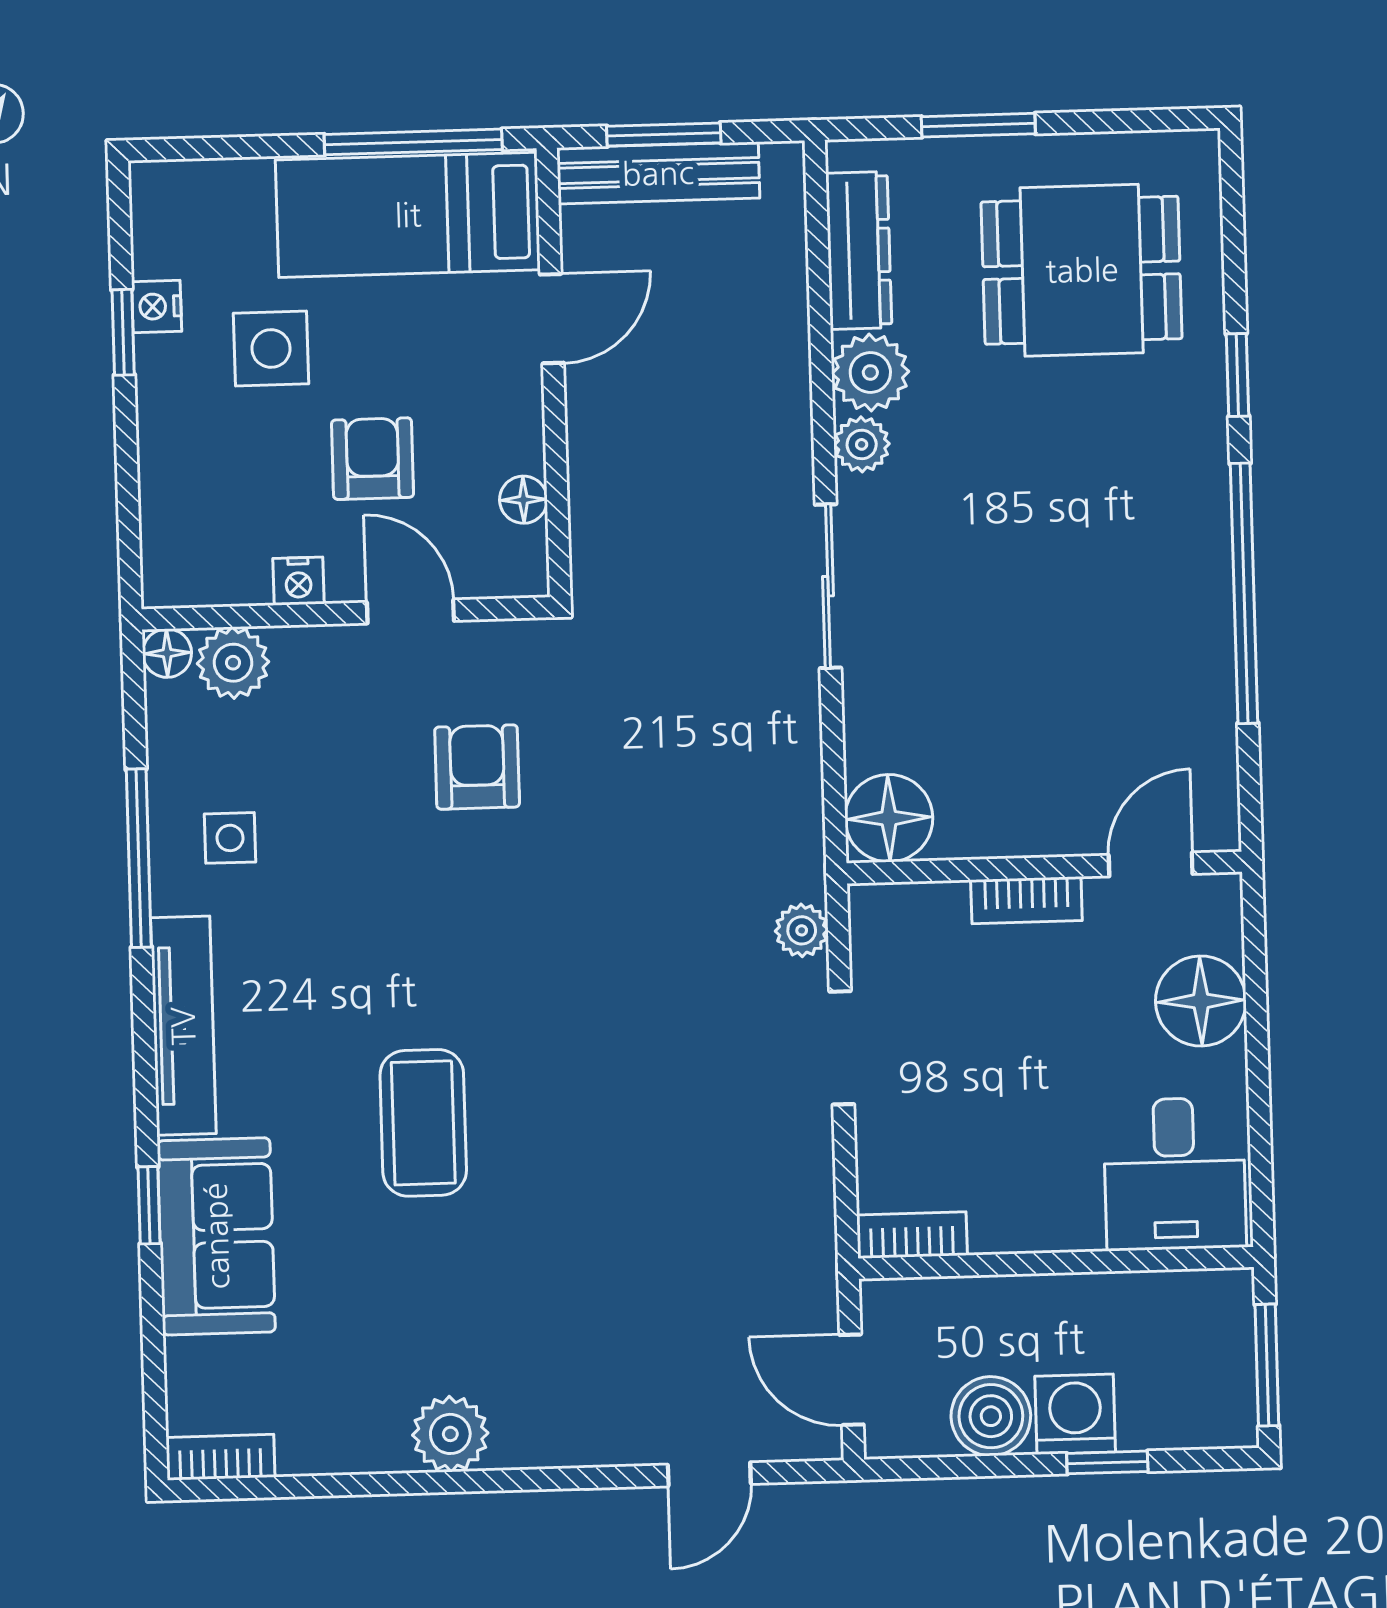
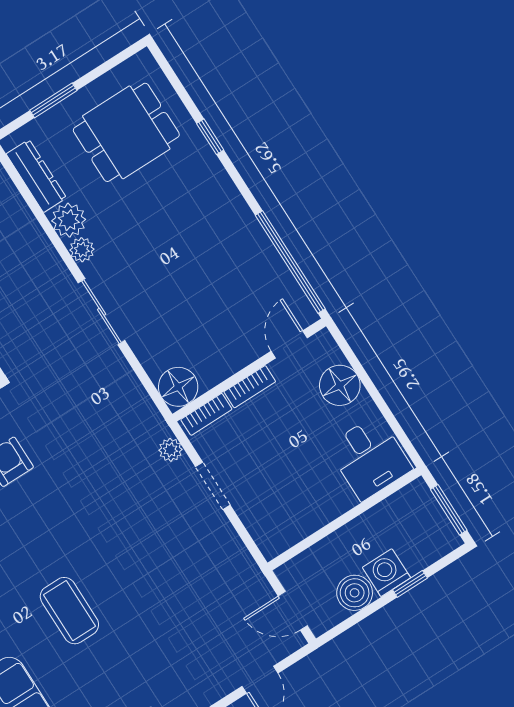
window: (1244, 593) -> (290, 262), moved
bookcase: (912, 1235) -> (206, 414), moved, turned 180

